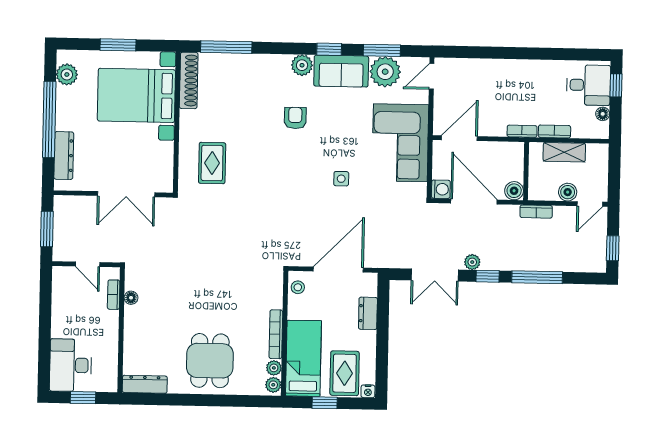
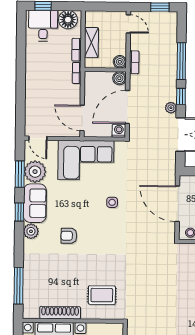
shoe rack: (189, 80) -> (60, 313), moved
floor lamp: (603, 114) -> (68, 20), width x1.89, depth x1.89
boiler: (568, 192) -> (120, 62), moved

